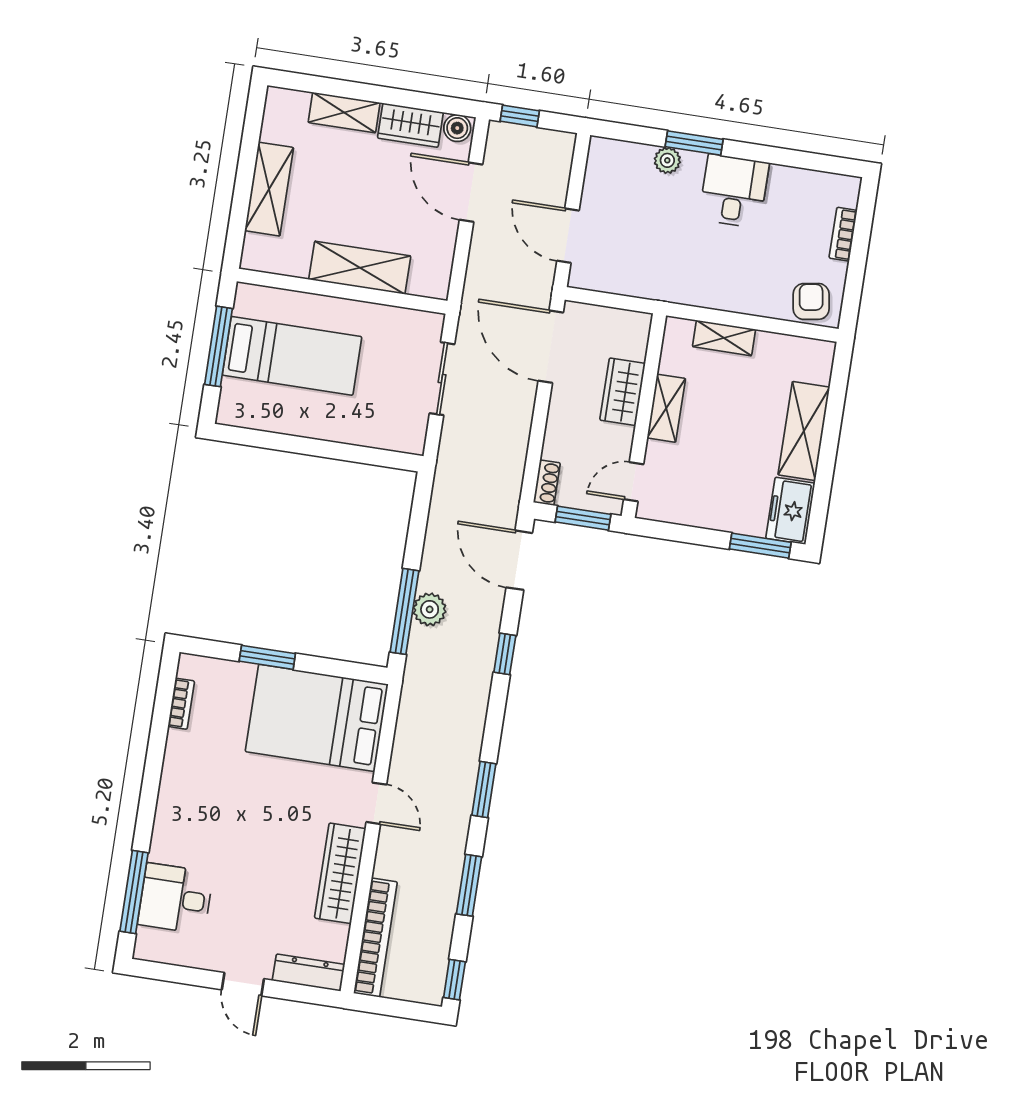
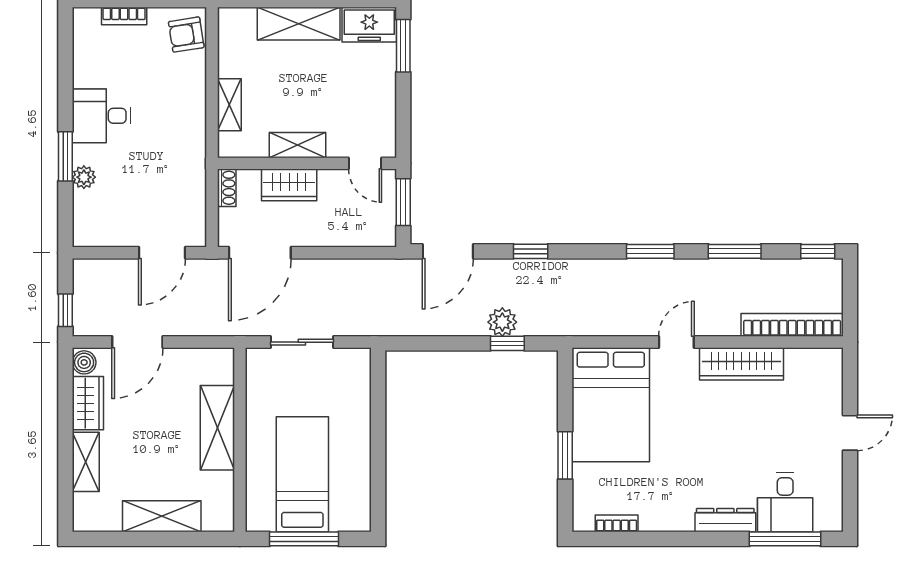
shoe rack: (547, 483) -> (227, 188), moved, turned 90
window: (404, 611) -> (507, 343), width x0.46
dresser: (309, 973) -> (725, 520), moved, turned 90

